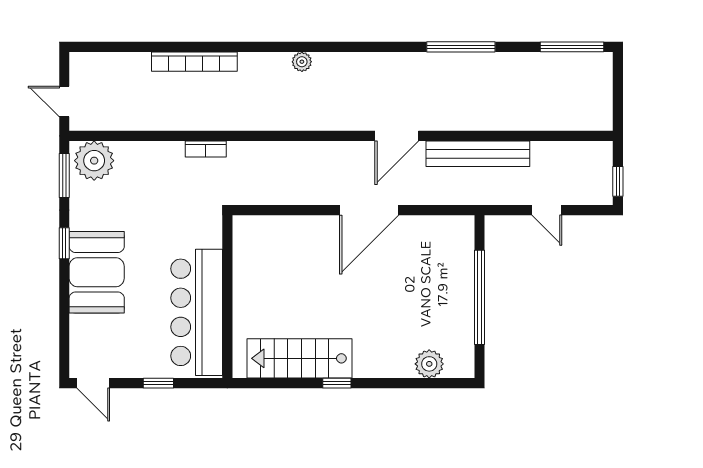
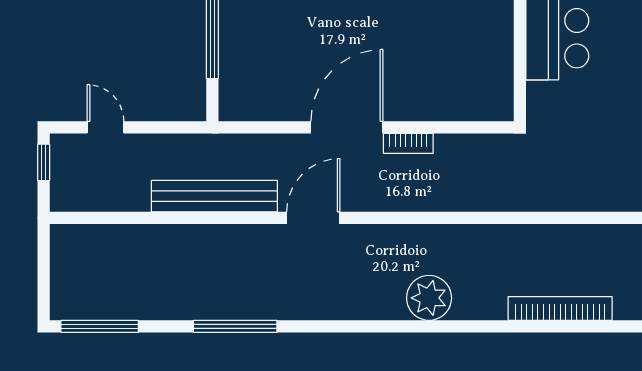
plant: (302, 62) -> (429, 298), width x1.87, depth x1.87
bookcase: (206, 149) -> (408, 143), moved, turned 180
door: (547, 210) -> (105, 127), moved

